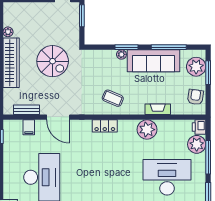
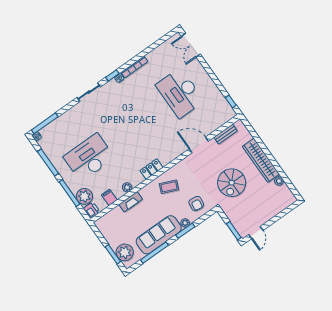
spiral stairs: (53, 61) -> (232, 183), turned -90
armchair: (195, 97) -> (196, 204), moved
locker: (105, 126) -> (151, 169), moved
filing cabinet: (29, 127) -> (109, 197), moved
plant: (147, 130) -> (127, 187), width x0.53, depth x0.53
desk: (167, 177) -> (89, 157), turned 180

